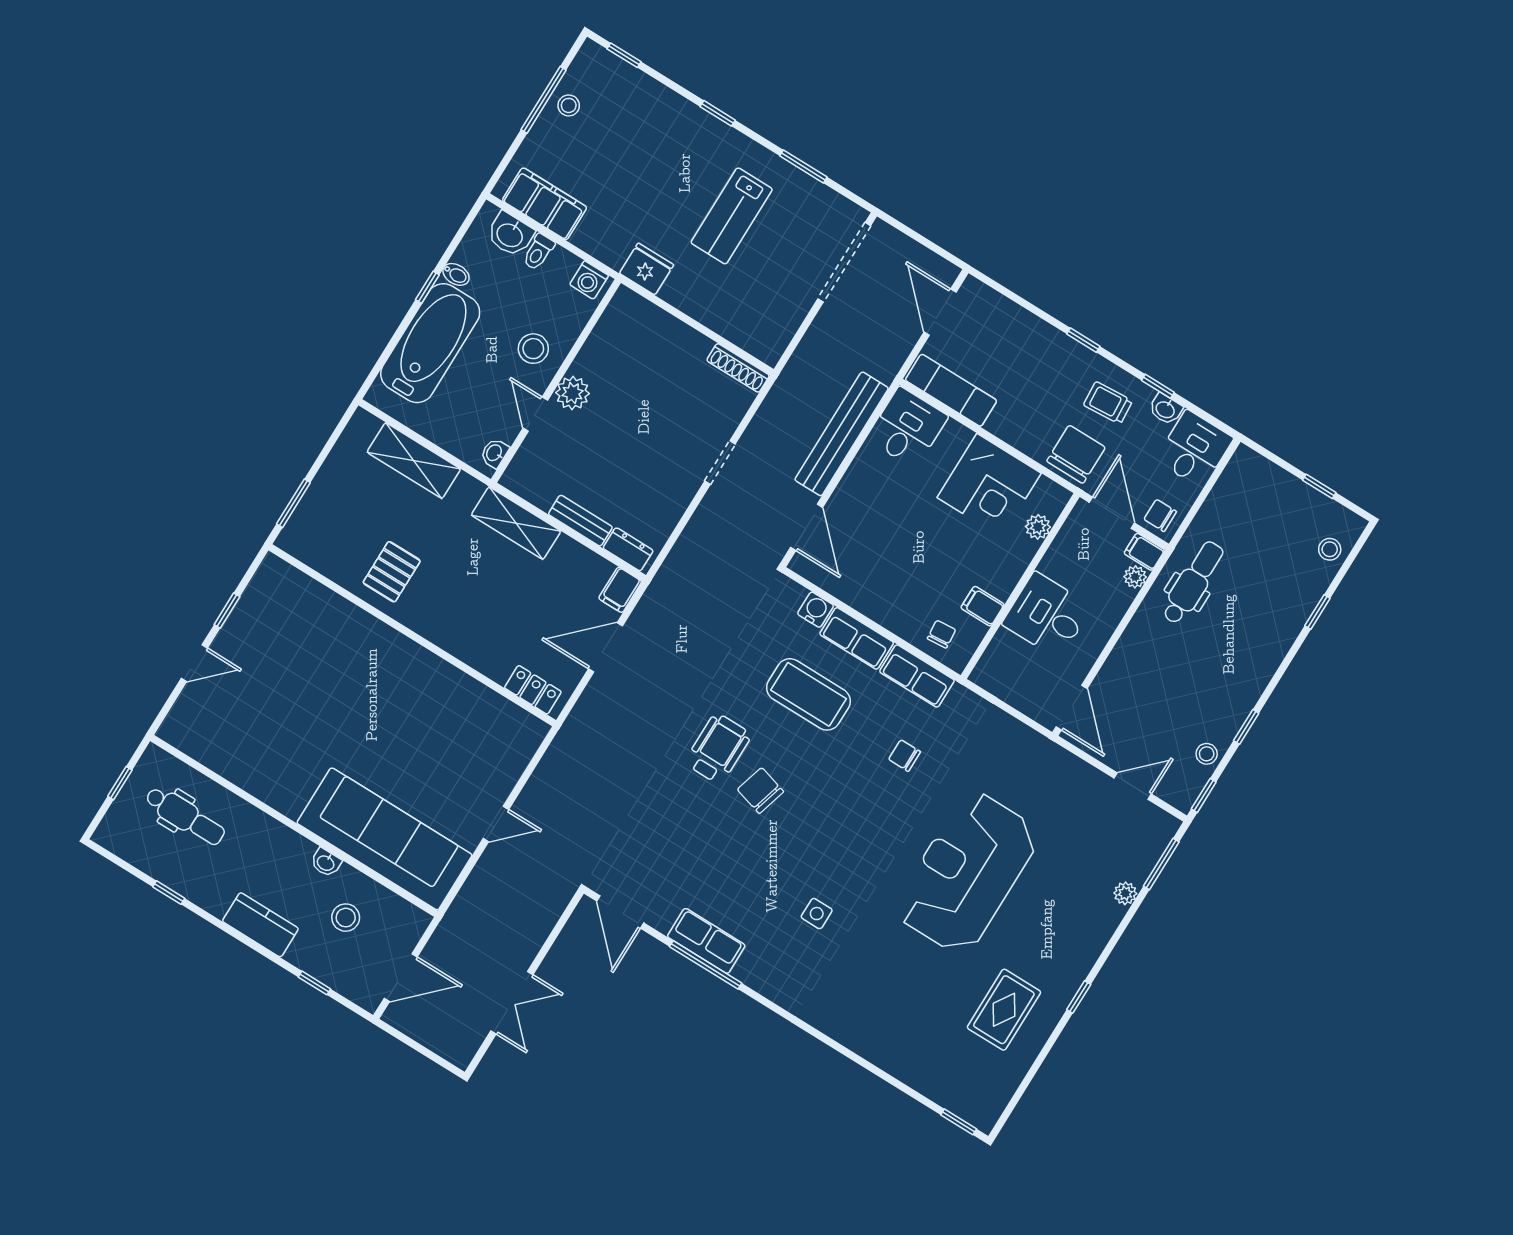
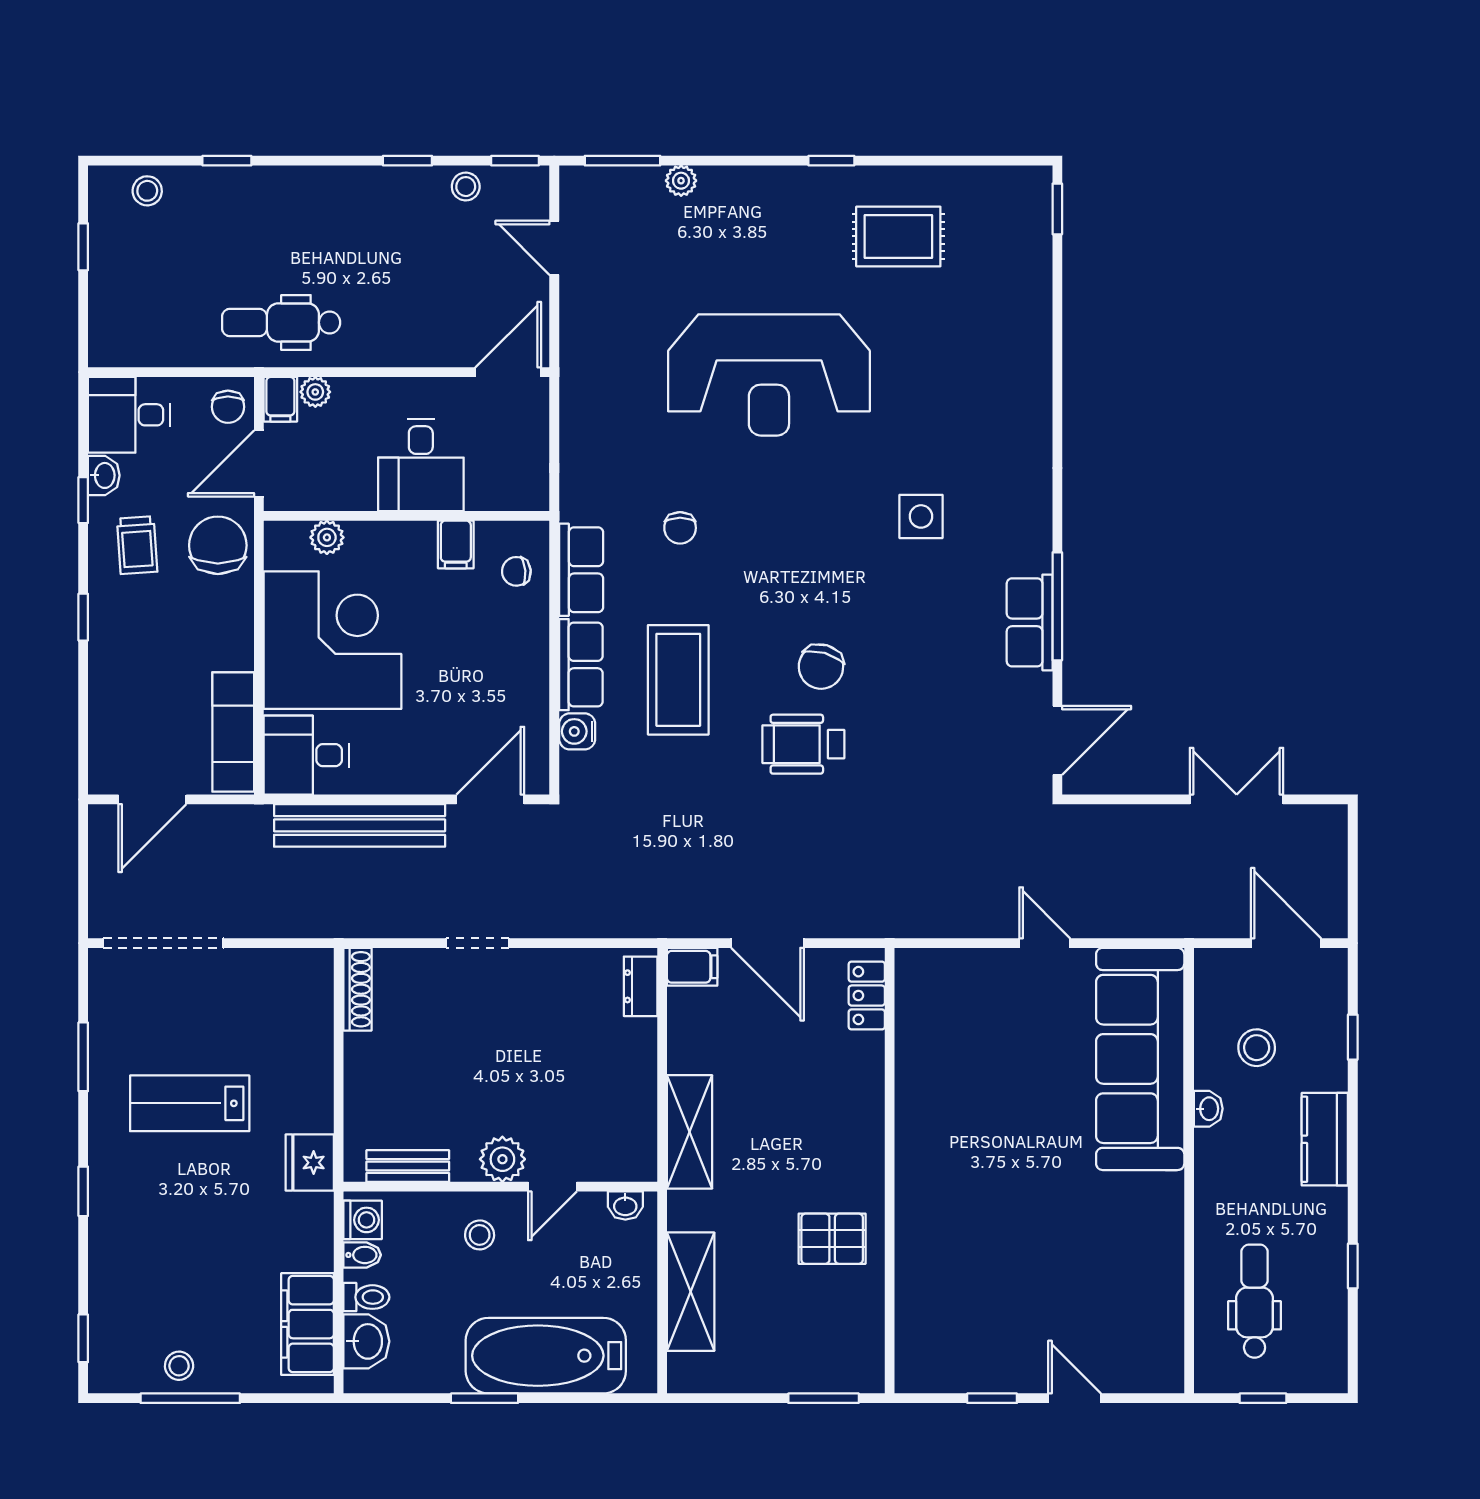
lab bench: (732, 216) -> (190, 1103), turned 180
bidet: (456, 274) -> (362, 1255), moved, turned 90
window: (427, 287) -> (484, 1398), width x1.50
stool: (533, 349) -> (480, 1235), width x0.73, depth x0.73
chair: (1076, 454) -> (218, 545), turned 90
corner desk: (989, 485) -> (332, 640), width x1.36, depth x1.36
bench: (580, 521) -> (408, 1166), moved, turned 90
side table: (817, 914) -> (921, 516), width x1.37, depth x1.37

